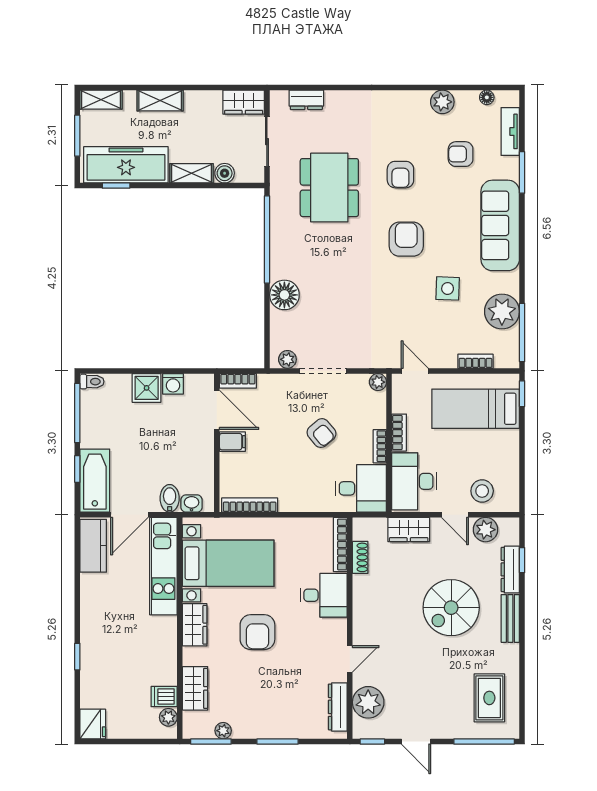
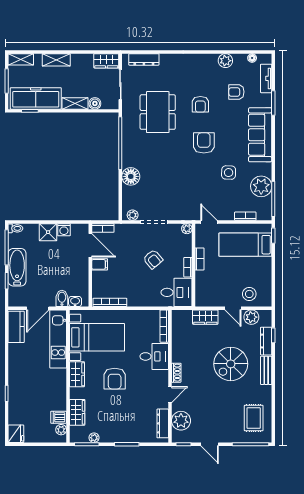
dresser: (306, 100) -> (144, 59), width x1.44
bathtub: (95, 481) -> (17, 267), moved
desk: (414, 481) -> (208, 288), removed
shoe rack: (360, 557) -> (176, 373), moved

